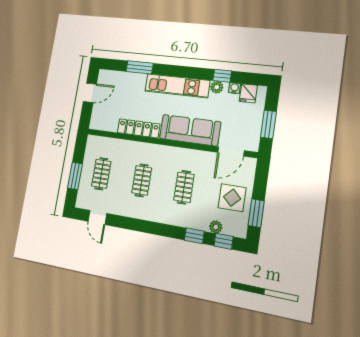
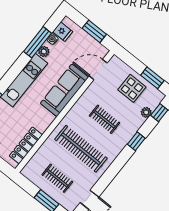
window: (222, 76) -> (37, 42), width x2.17
locker: (139, 128) -> (26, 145), moved
door: (231, 152) -> (98, 70), swing flipped
clothes rail: (142, 180) -> (81, 149), width x1.86, depth x1.31
window: (194, 236) -> (136, 141), moved

